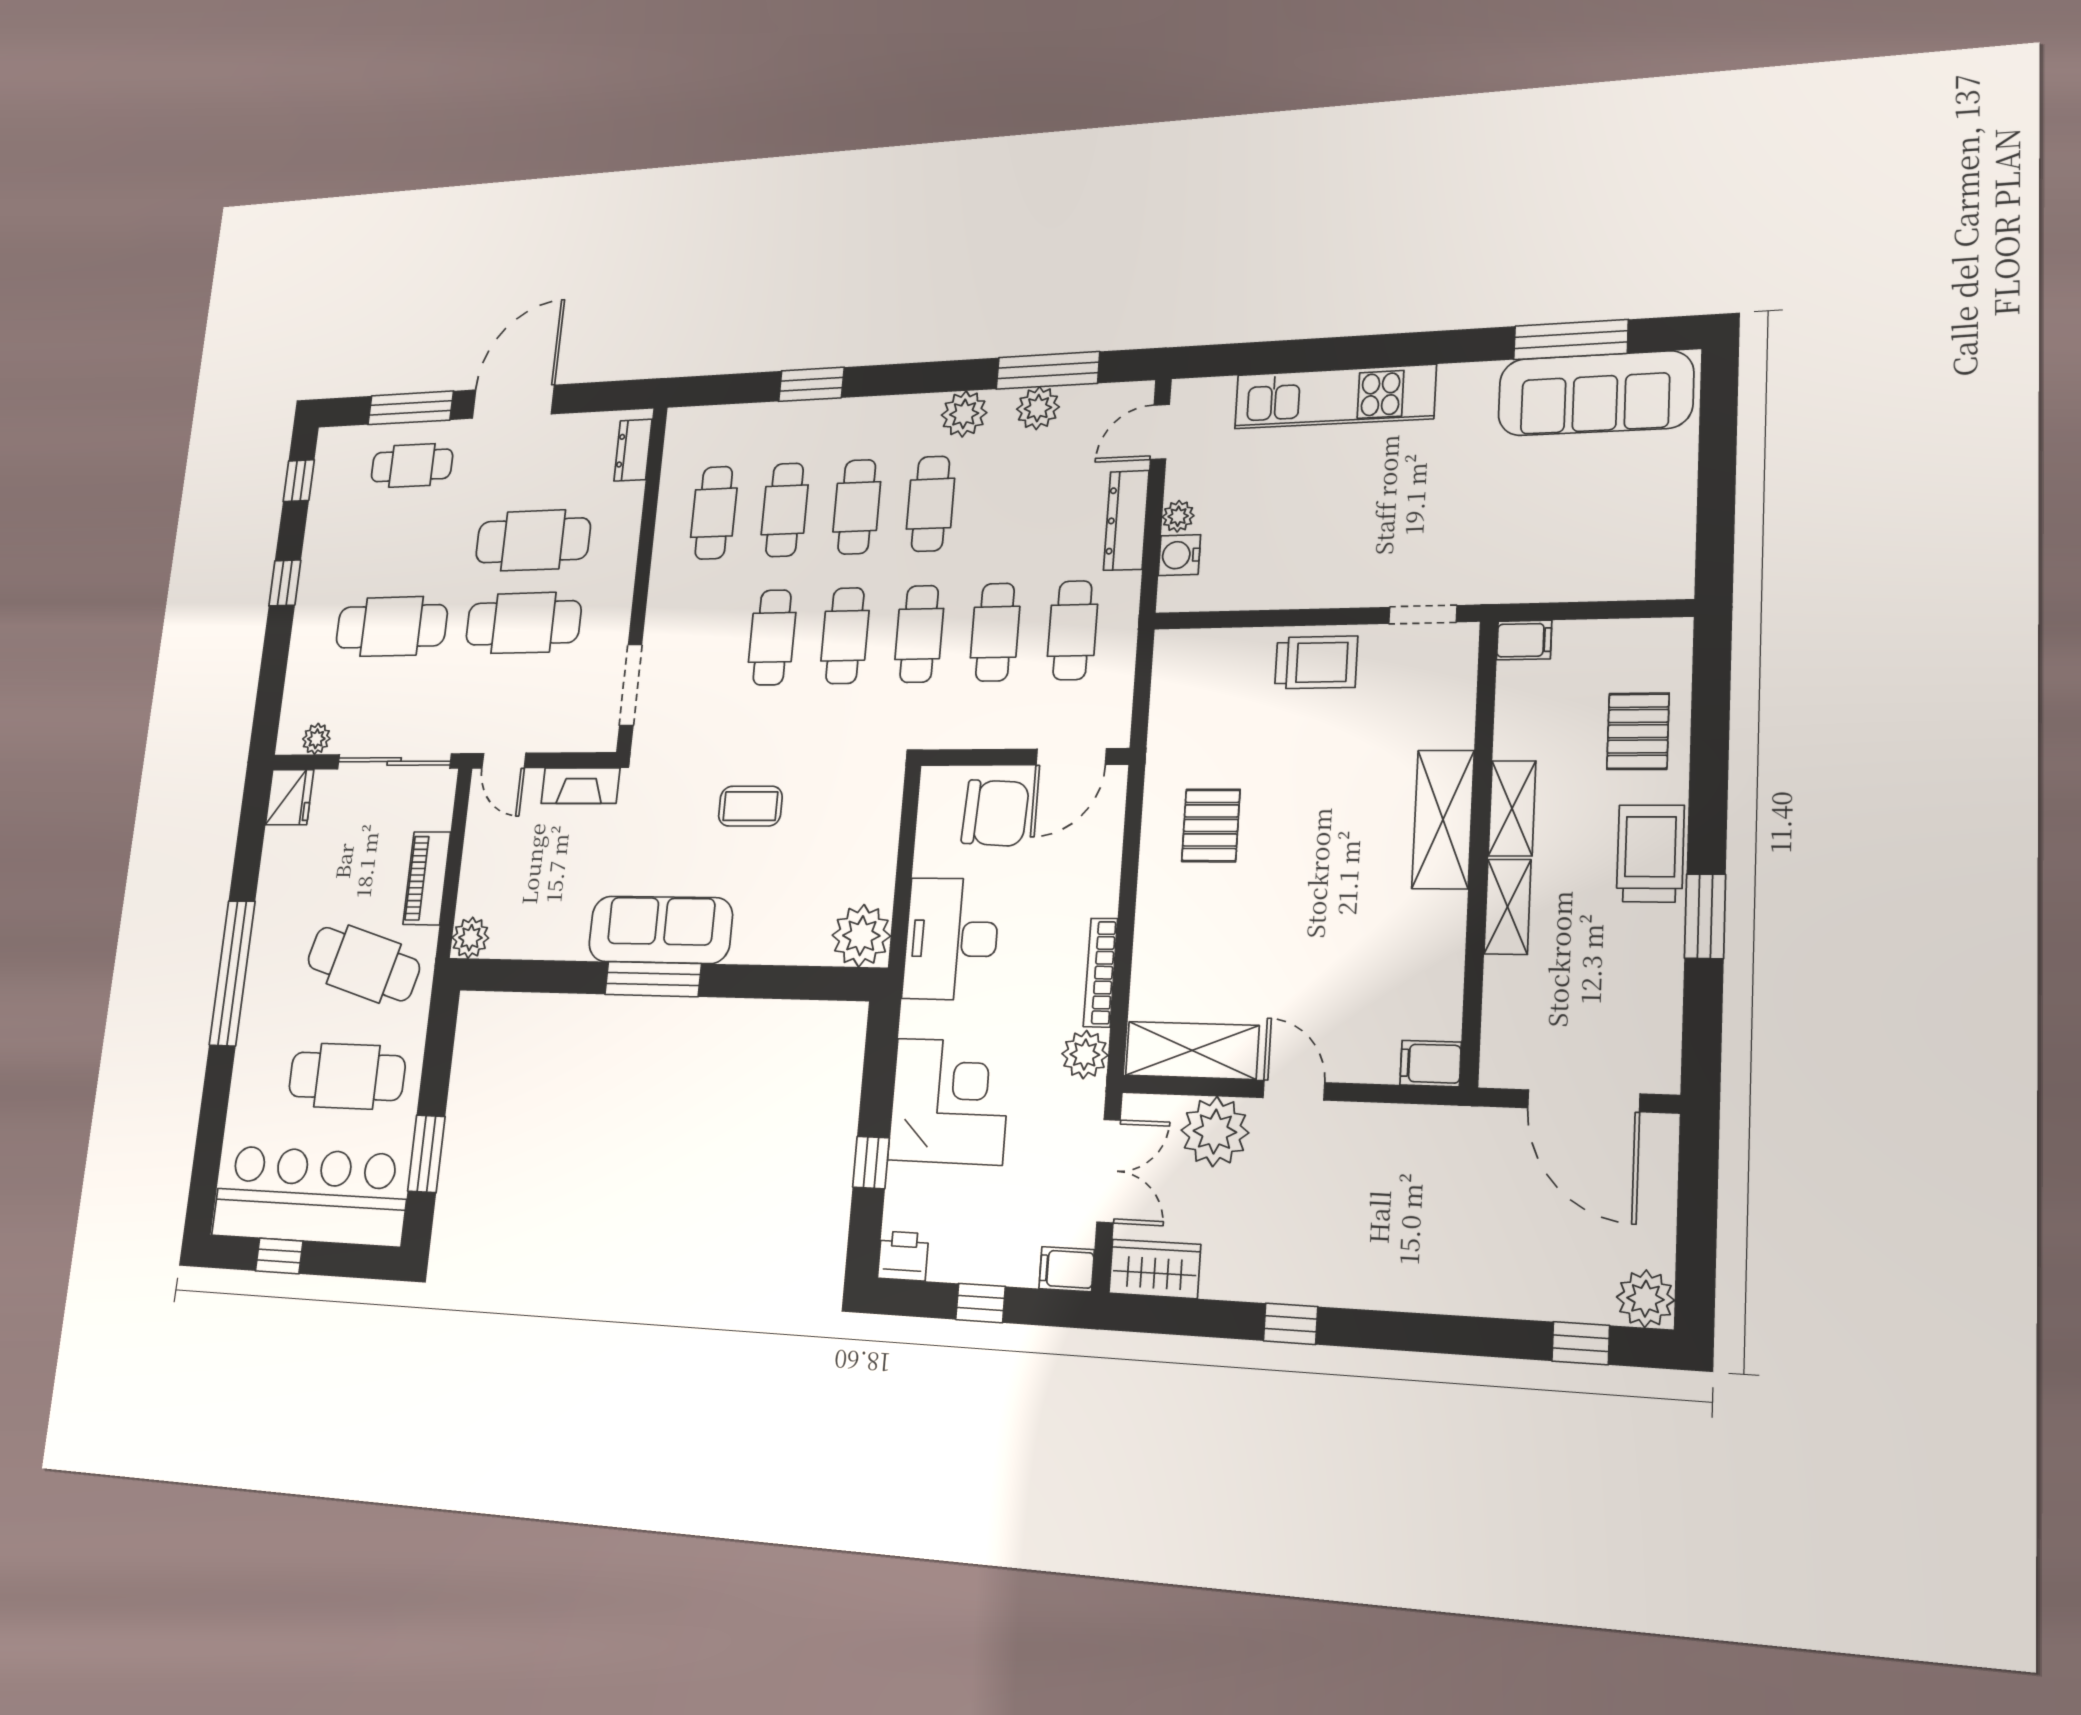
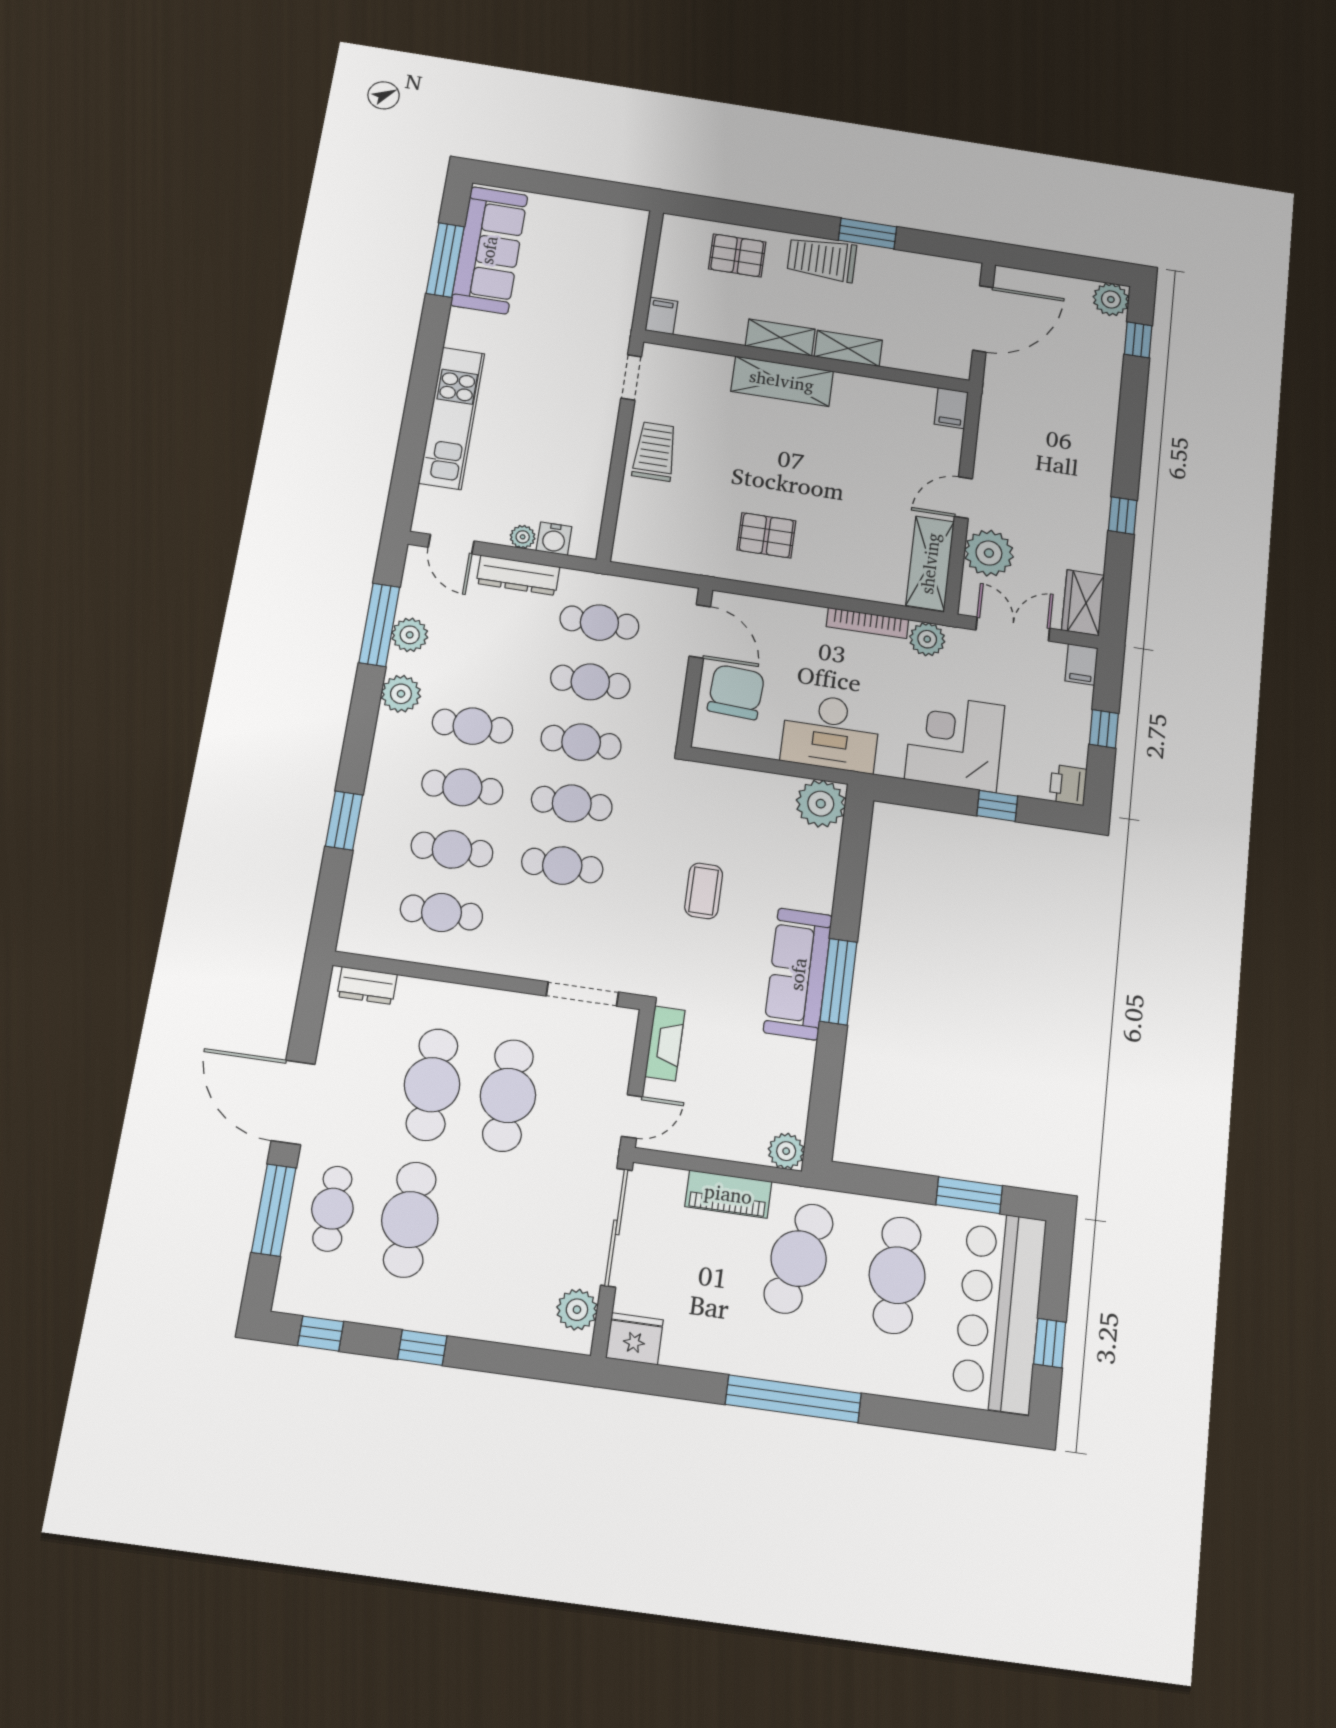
cafe table: (392, 626) -> (410, 1220), moved
plant: (316, 739) -> (577, 1310), width x1.38, depth x1.38

